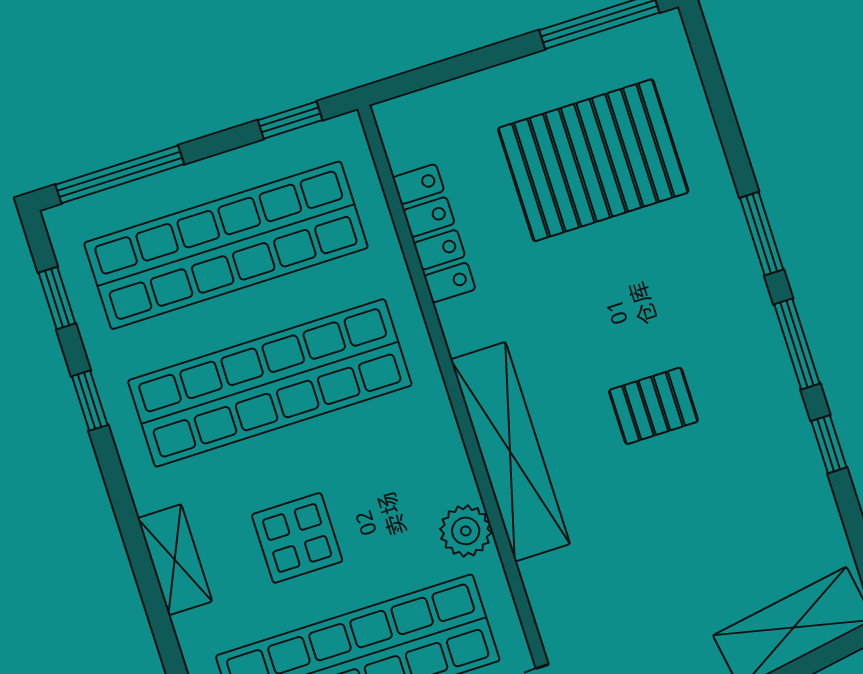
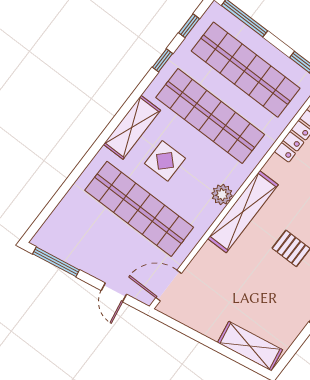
plant: (466, 531) -> (222, 195), moved
shelving: (175, 560) -> (132, 127), width x1.50, depth x1.33

